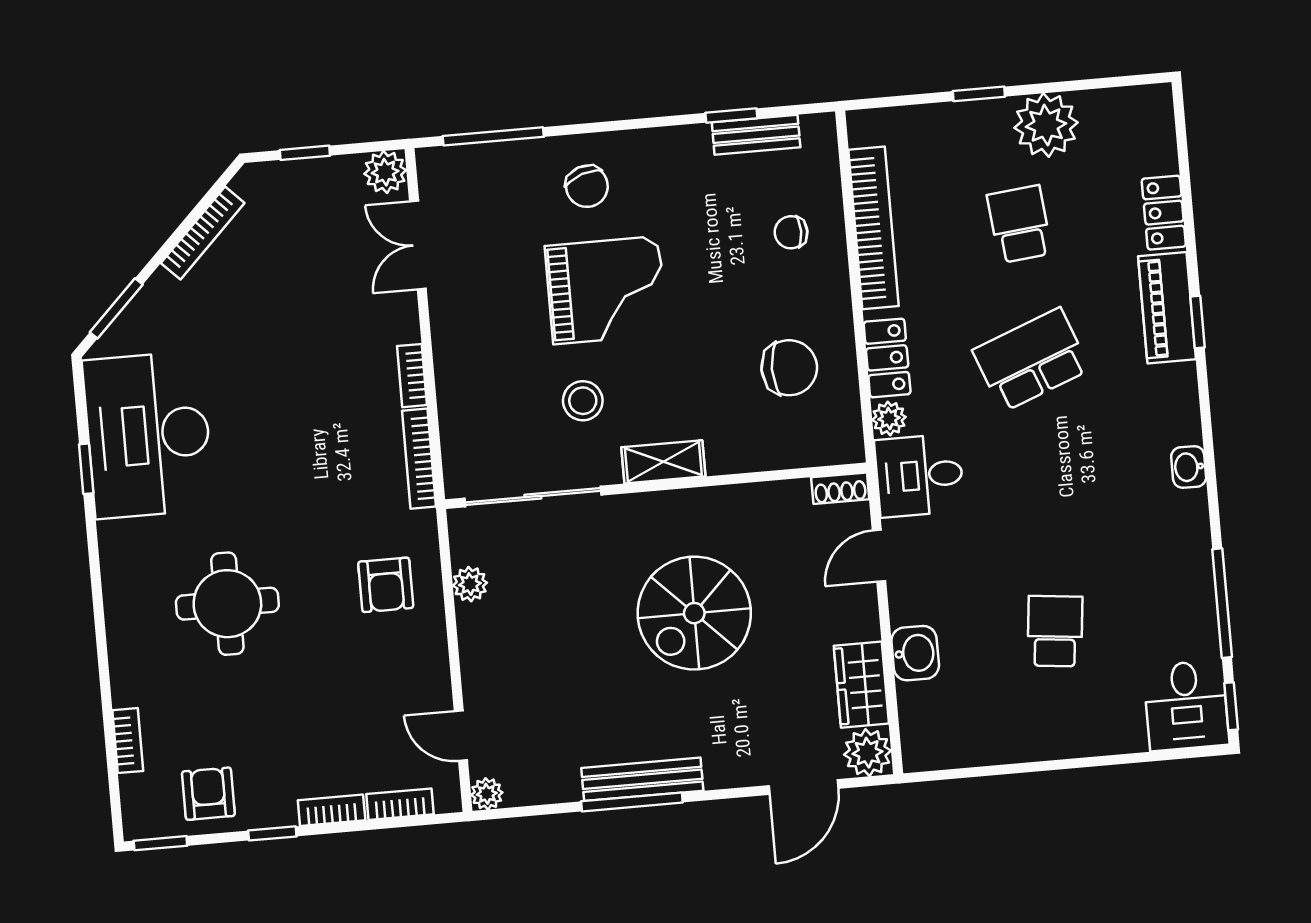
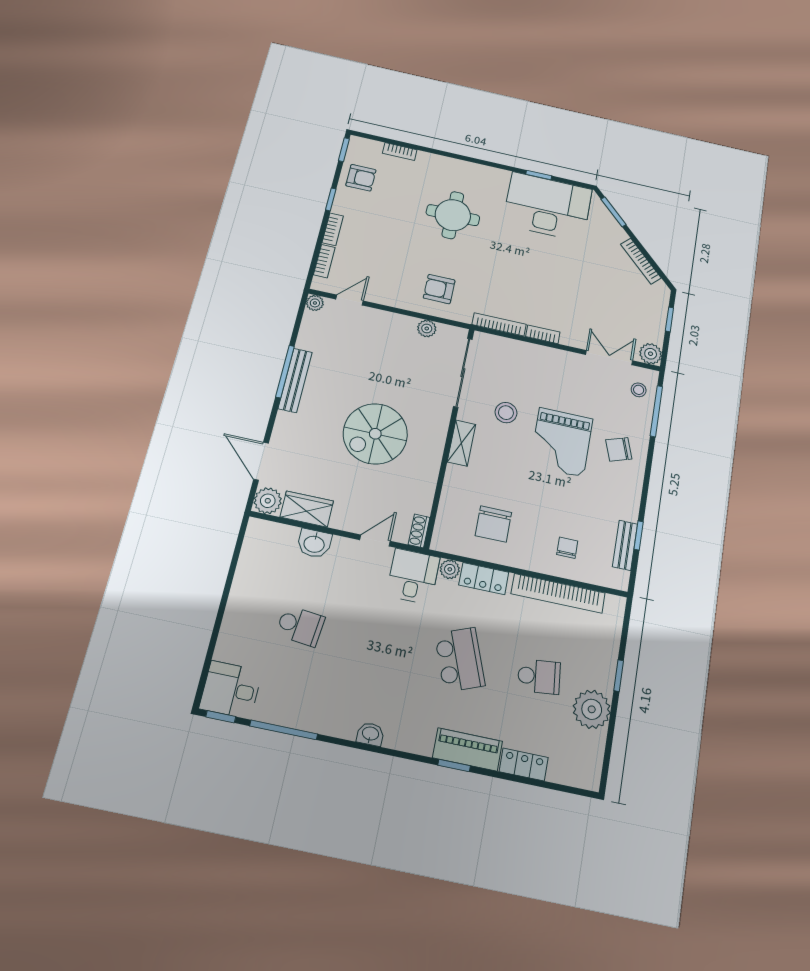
stool: (463, 177) -> (639, 390), added
door: (879, 556) -> (375, 540), hinge flipped
spiral stairs: (694, 613) -> (375, 434), turned -90

